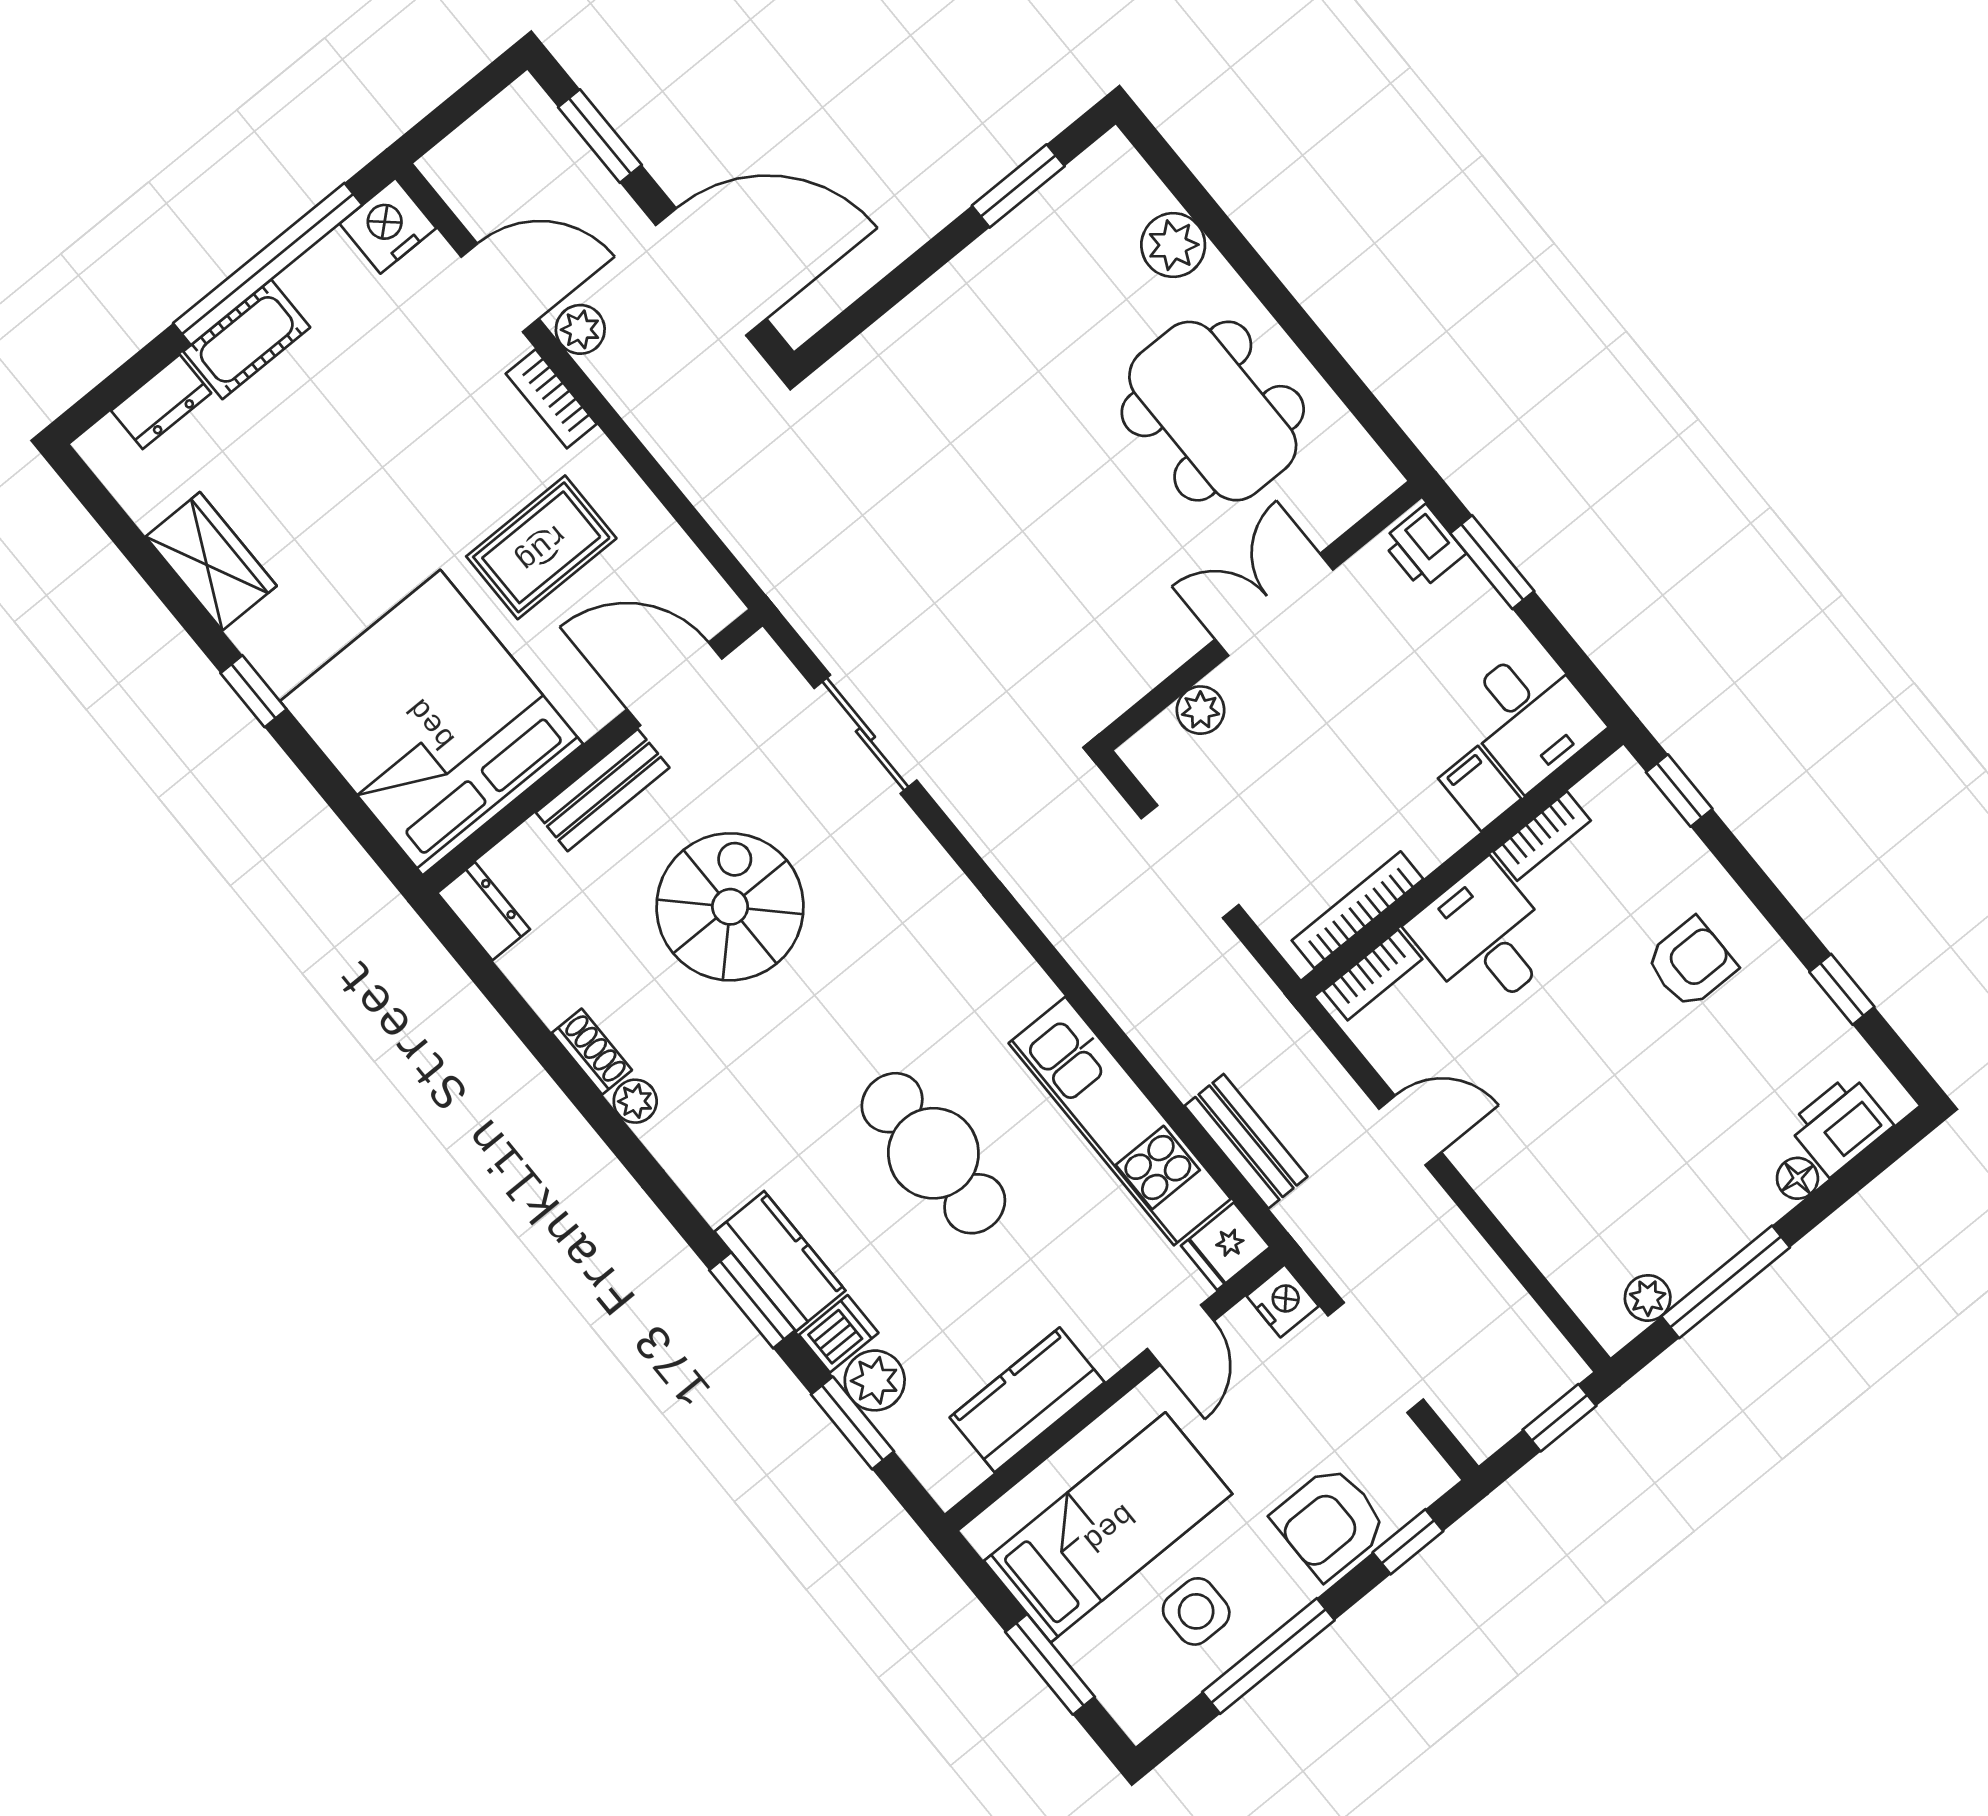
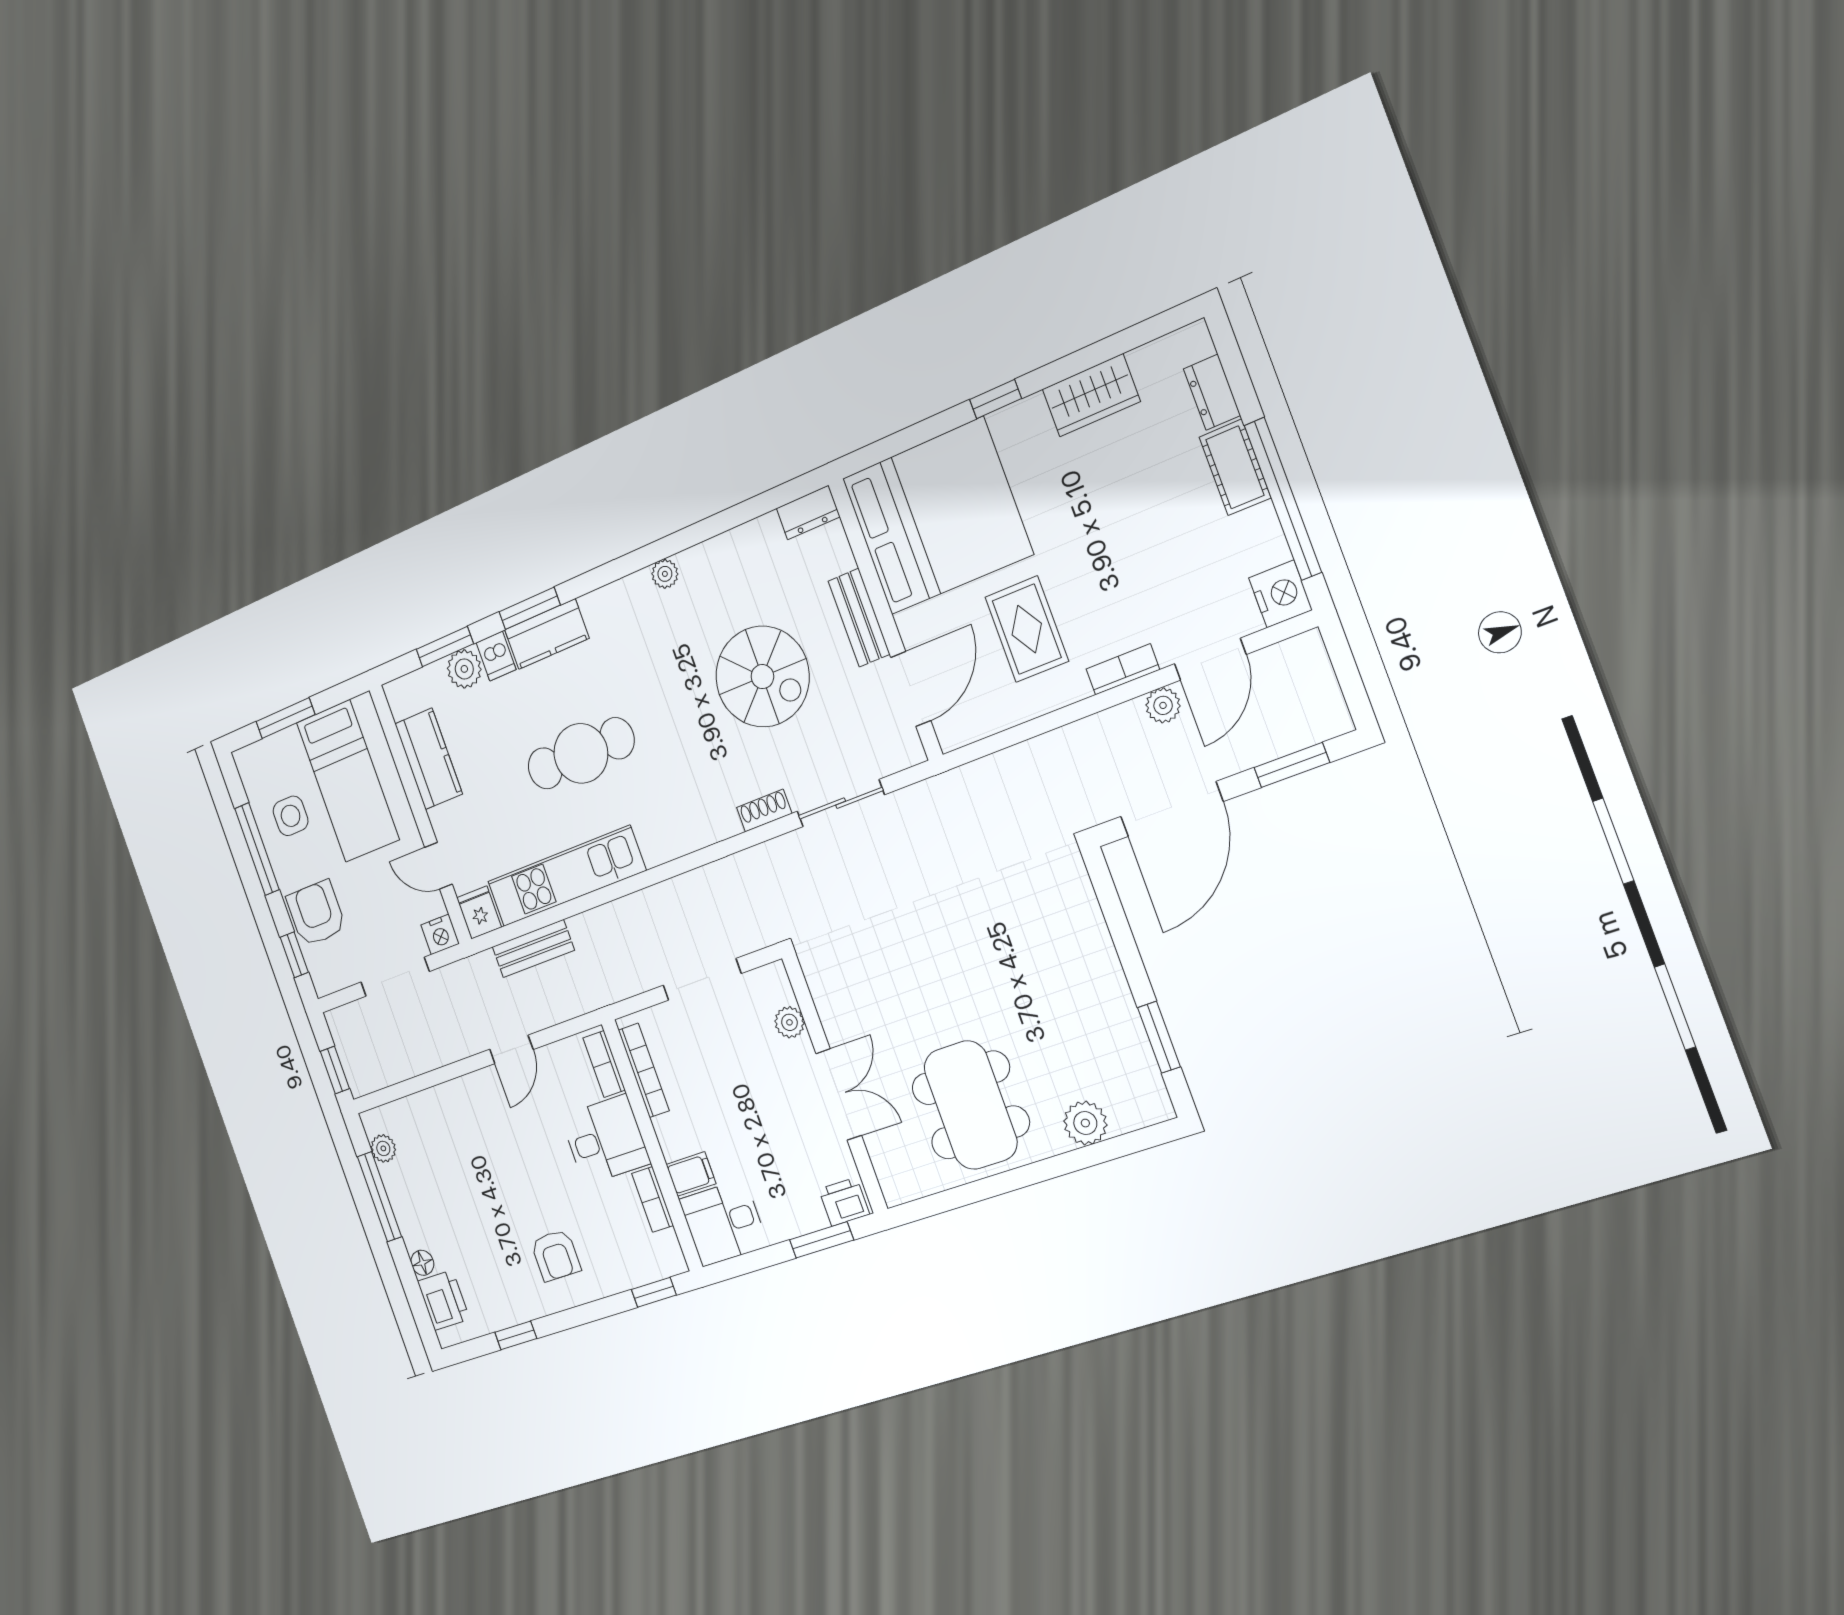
dining table: (1213, 411) -> (971, 1105), turned 90
shoe rack: (592, 1051) -> (764, 810), moved, turned 180

